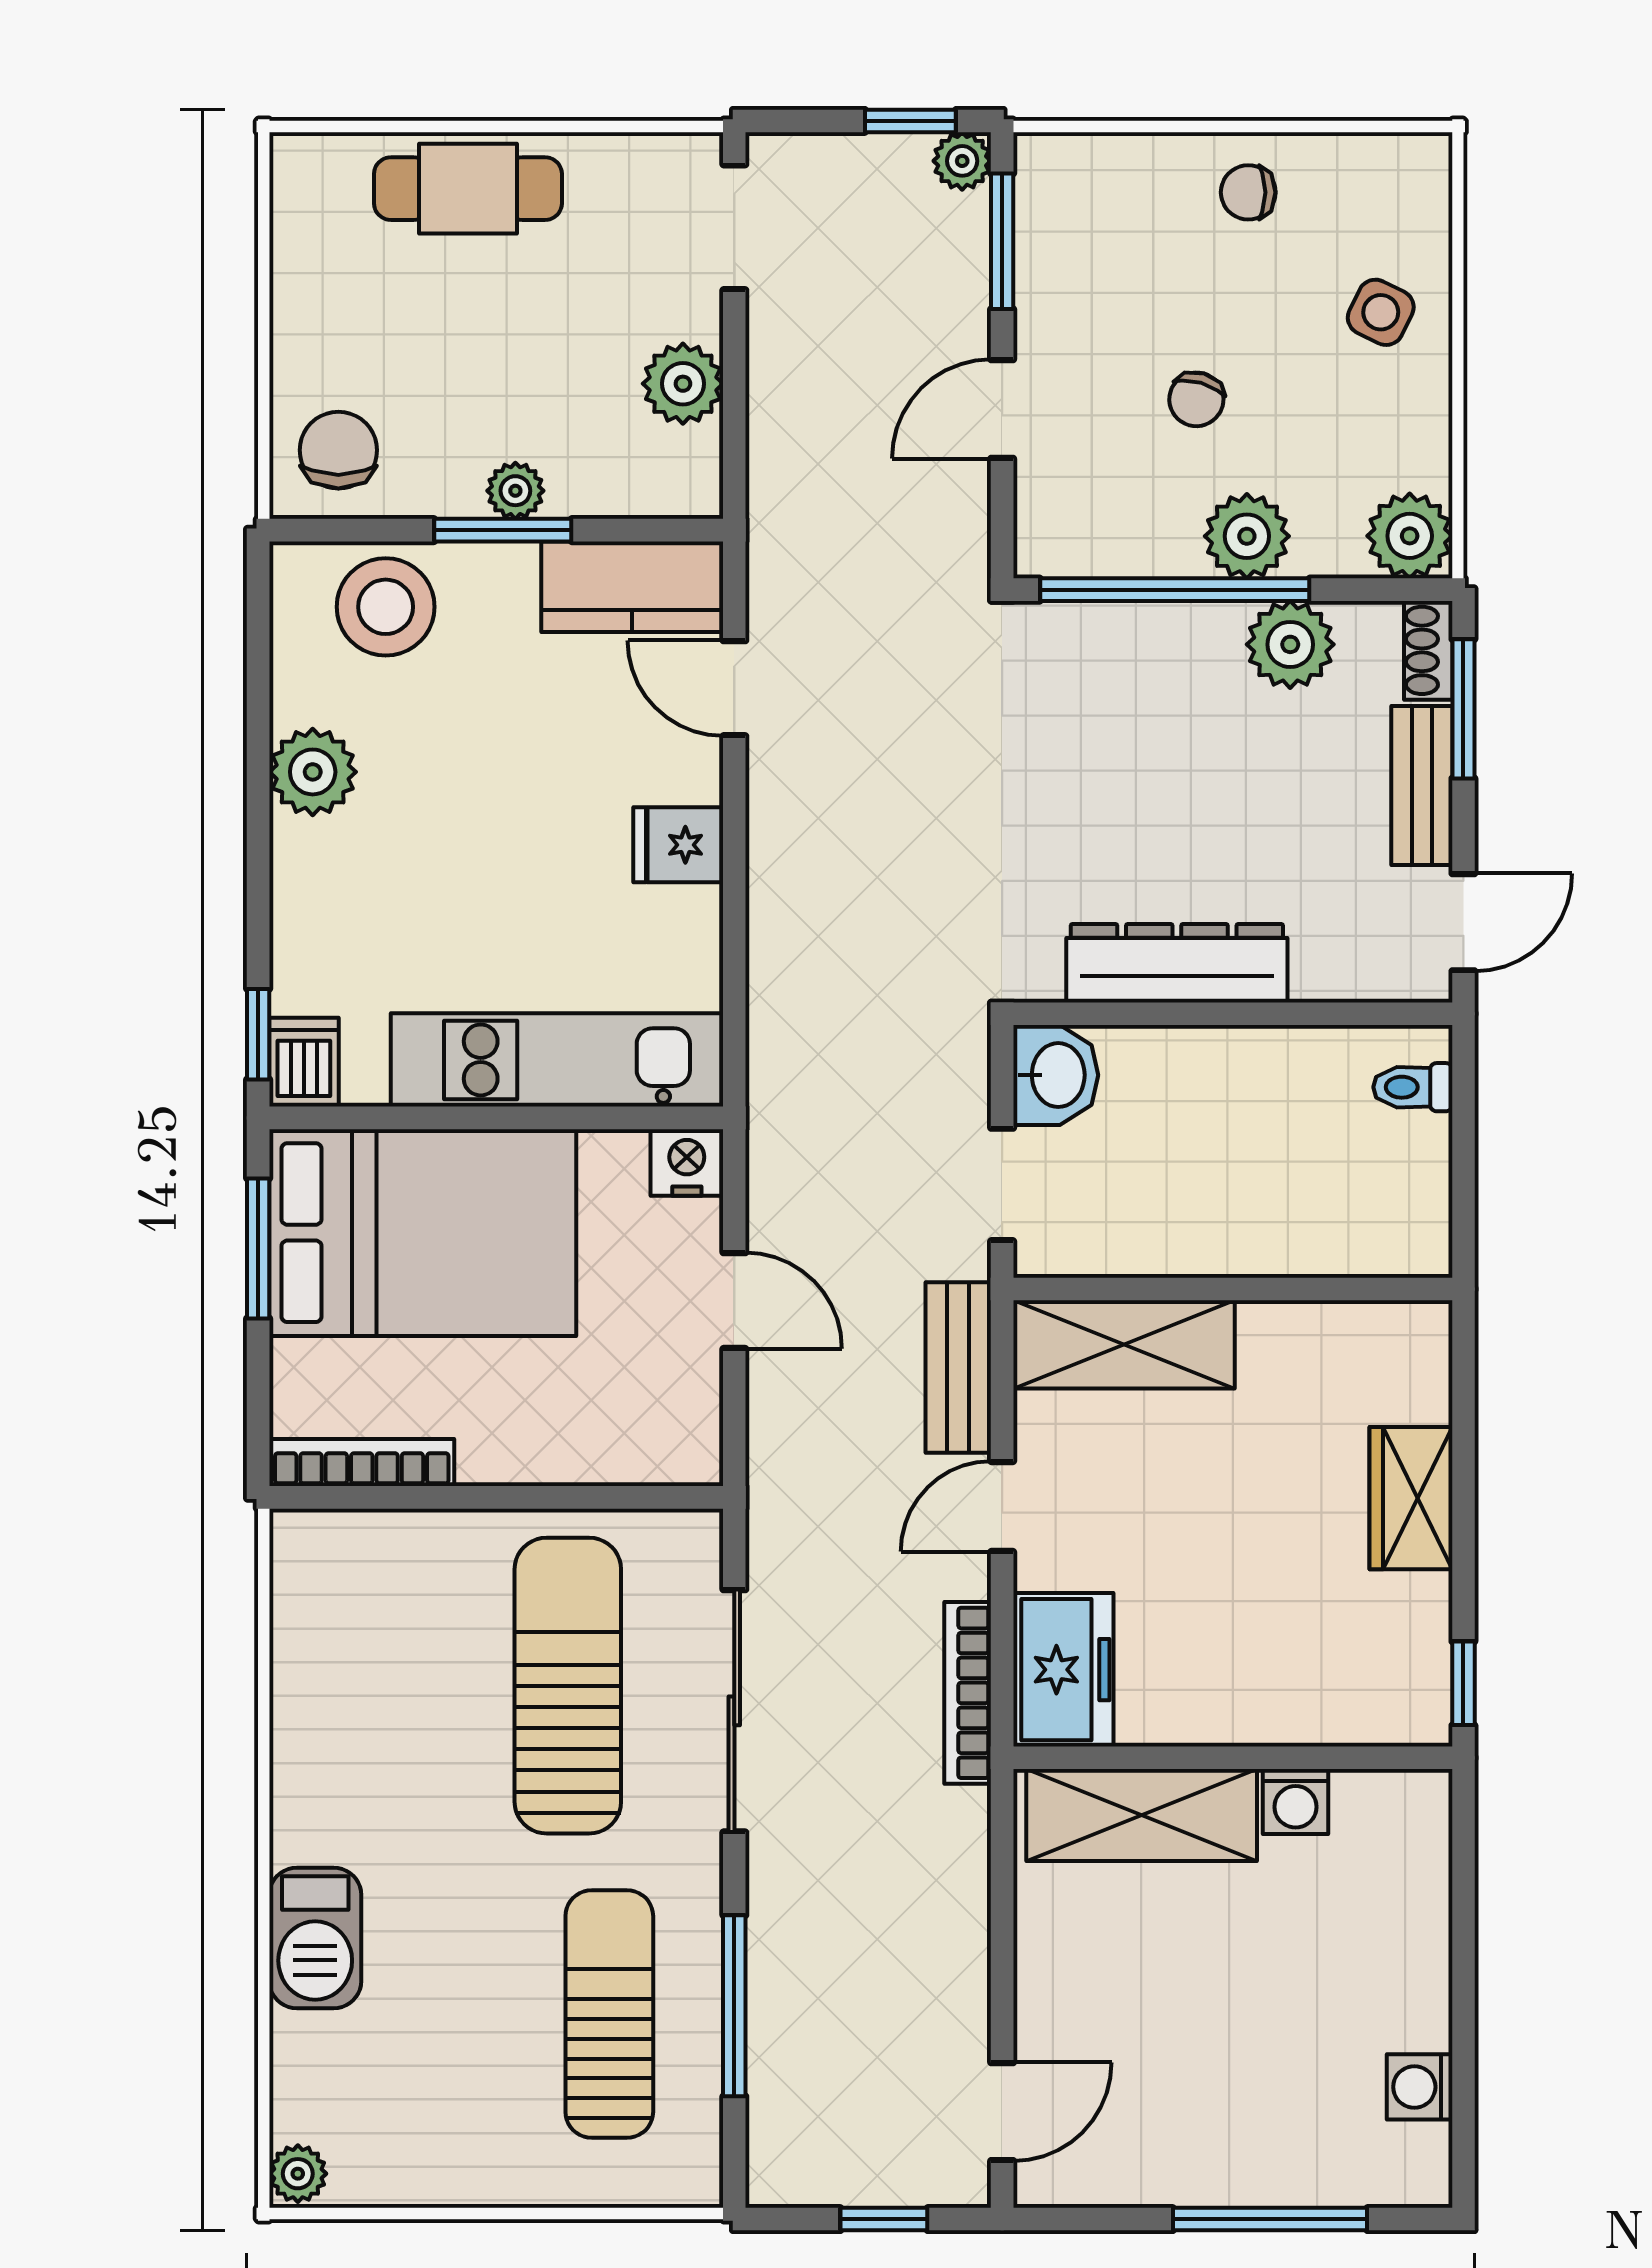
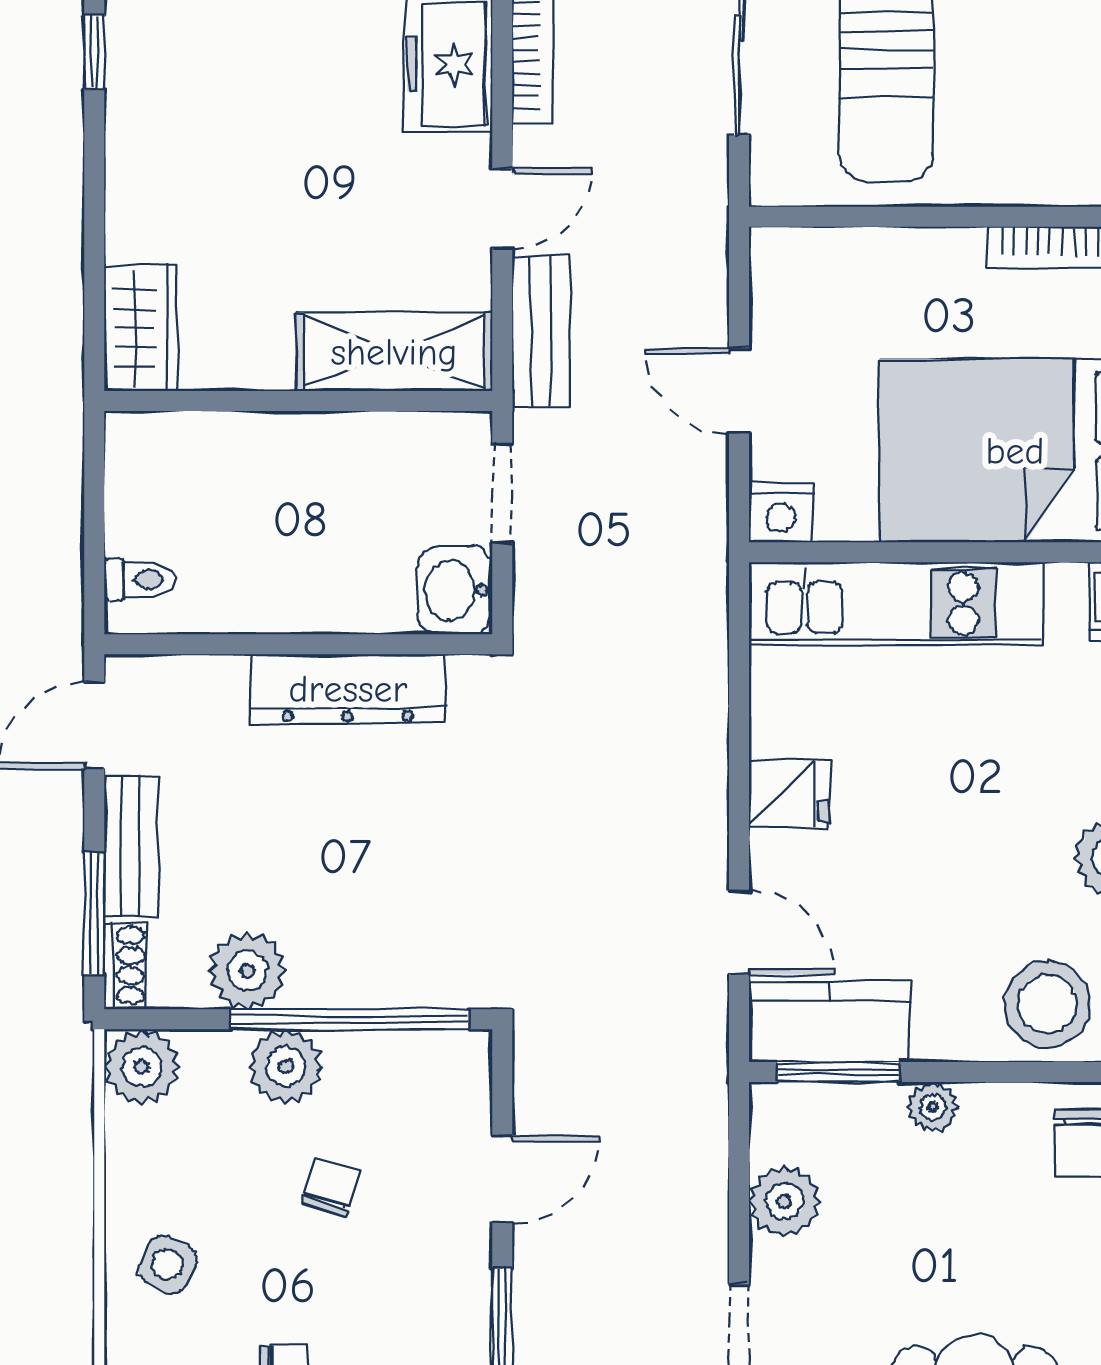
window: (503, 530) -> (838, 1072), moved
wardrobe: (1411, 1498) -> (141, 328), moved

